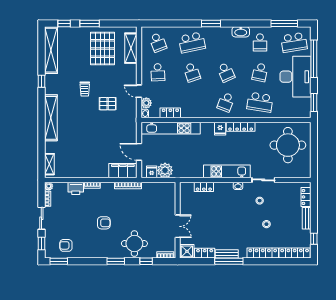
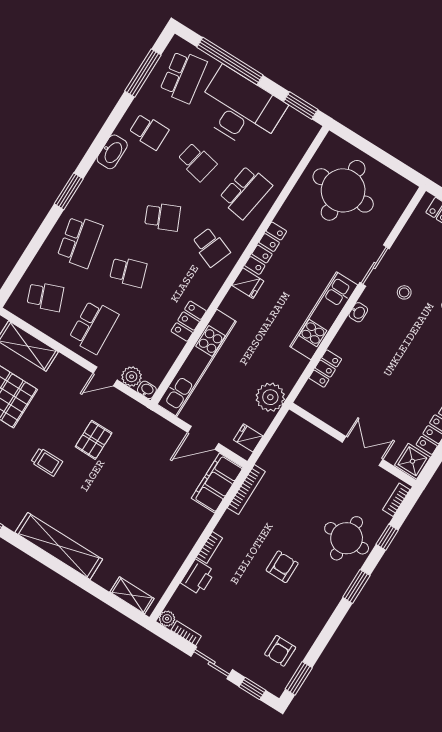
school desk: (158, 72) -> (94, 327), width x1.85
locker: (170, 113) -> (189, 321), moved
plant: (165, 170) -> (270, 397), moved

